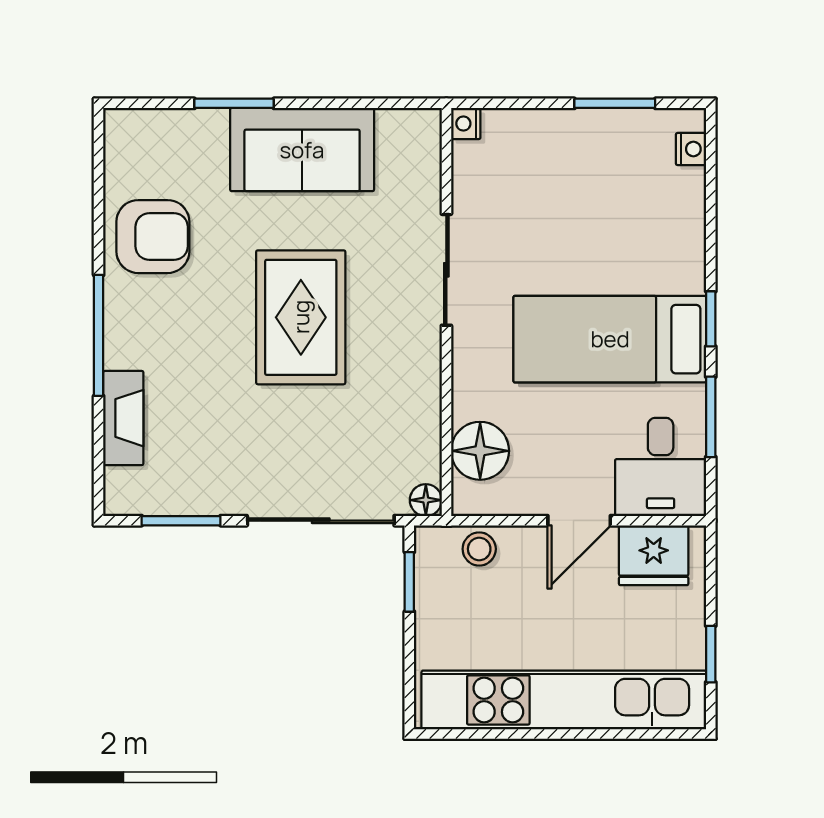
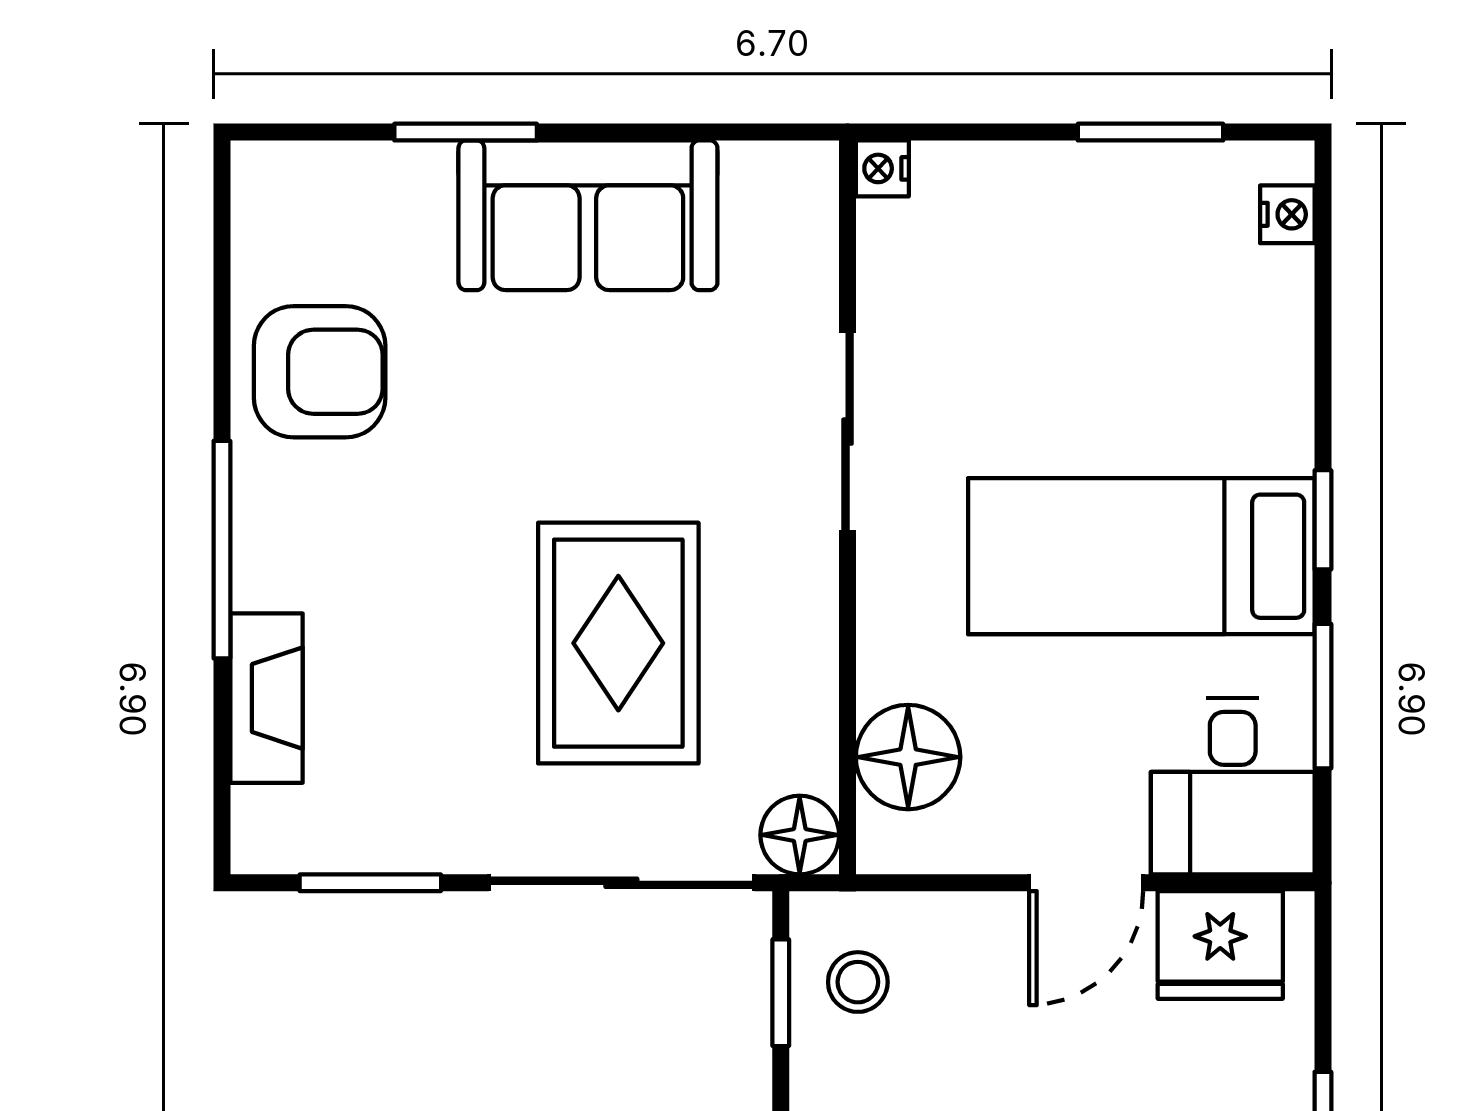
rug: (301, 317) -> (618, 643), moved
floor lamp: (426, 500) -> (800, 835), width x1.37, depth x1.37
stool: (479, 549) -> (858, 982), moved

